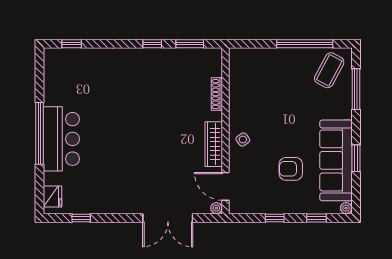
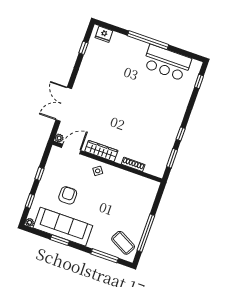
bar counter: (61, 139) -> (167, 63), moved

